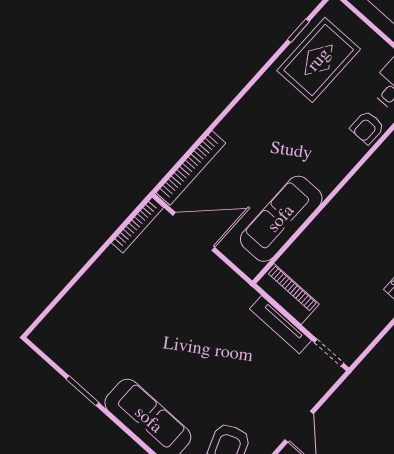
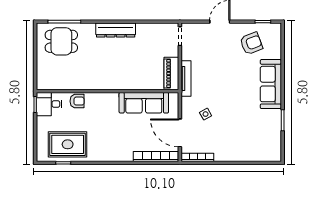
side table: (188, 291) -> (206, 114), added
tv unit: (281, 325) -> (186, 79), moved

